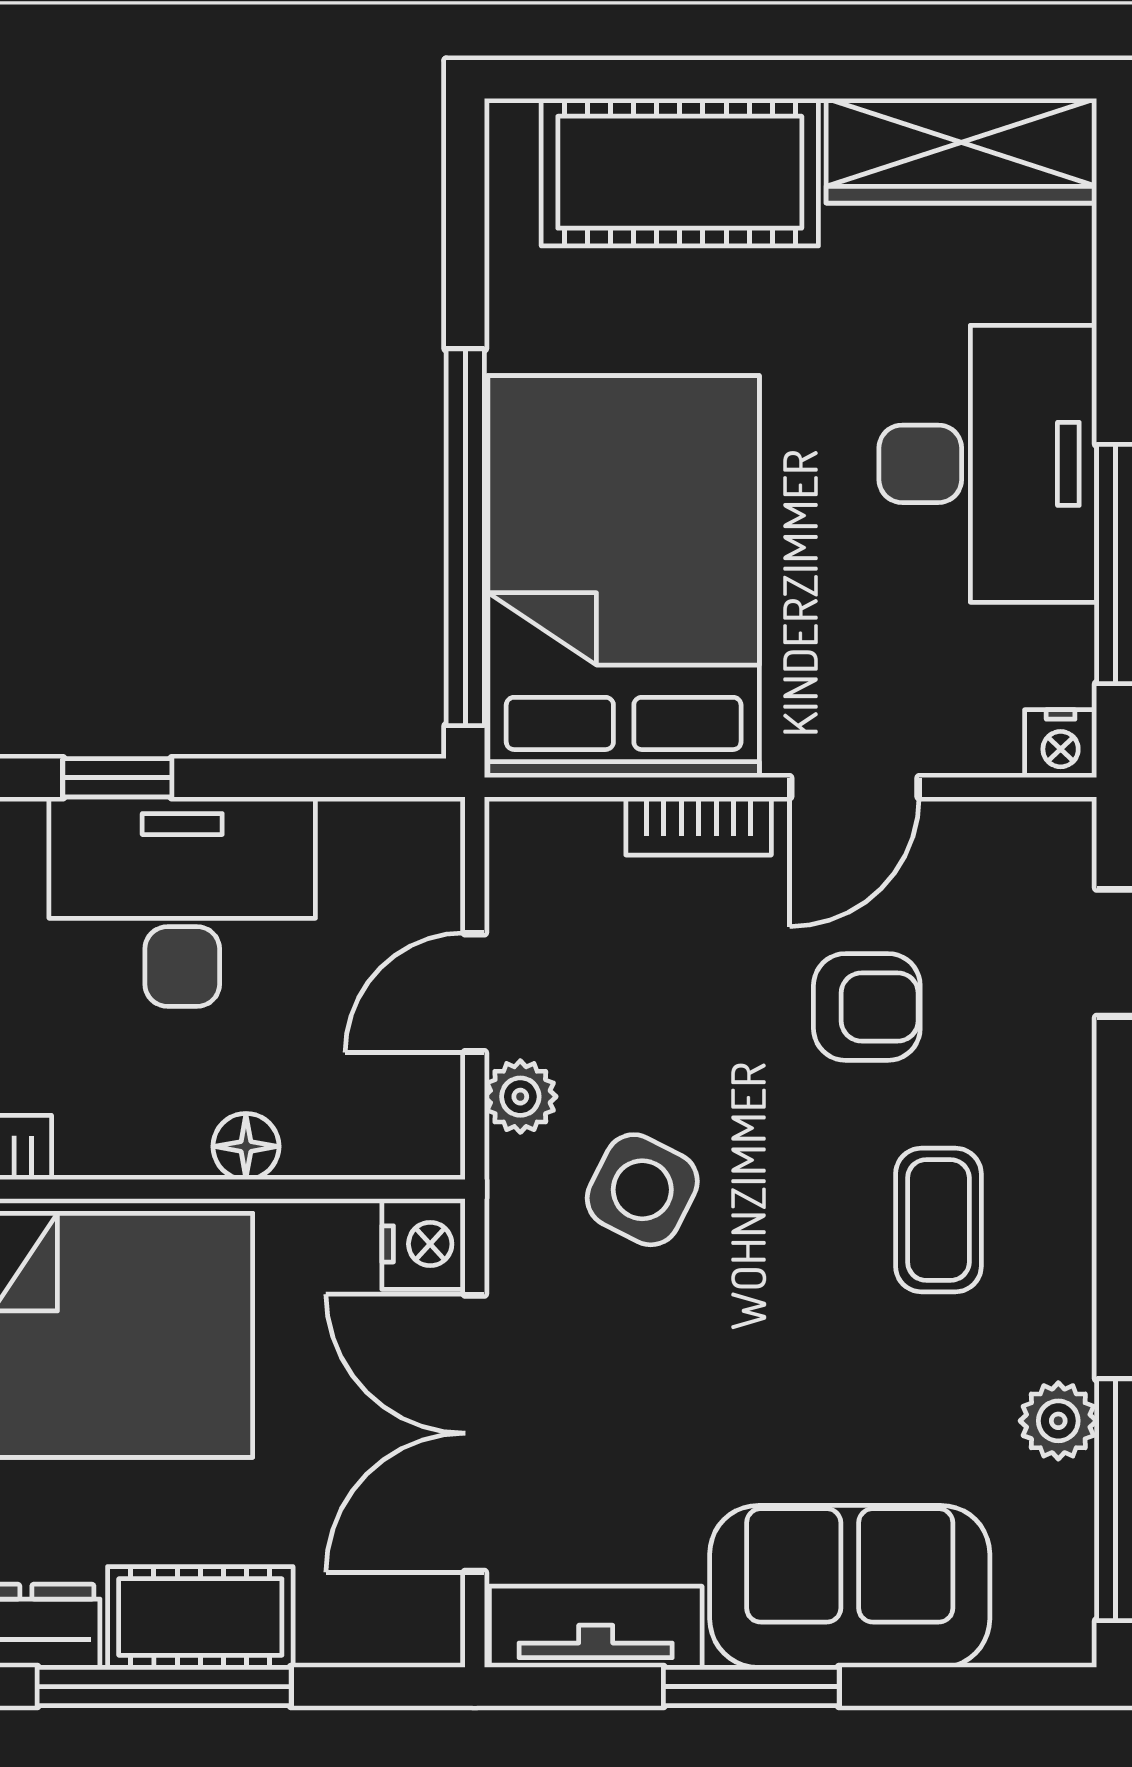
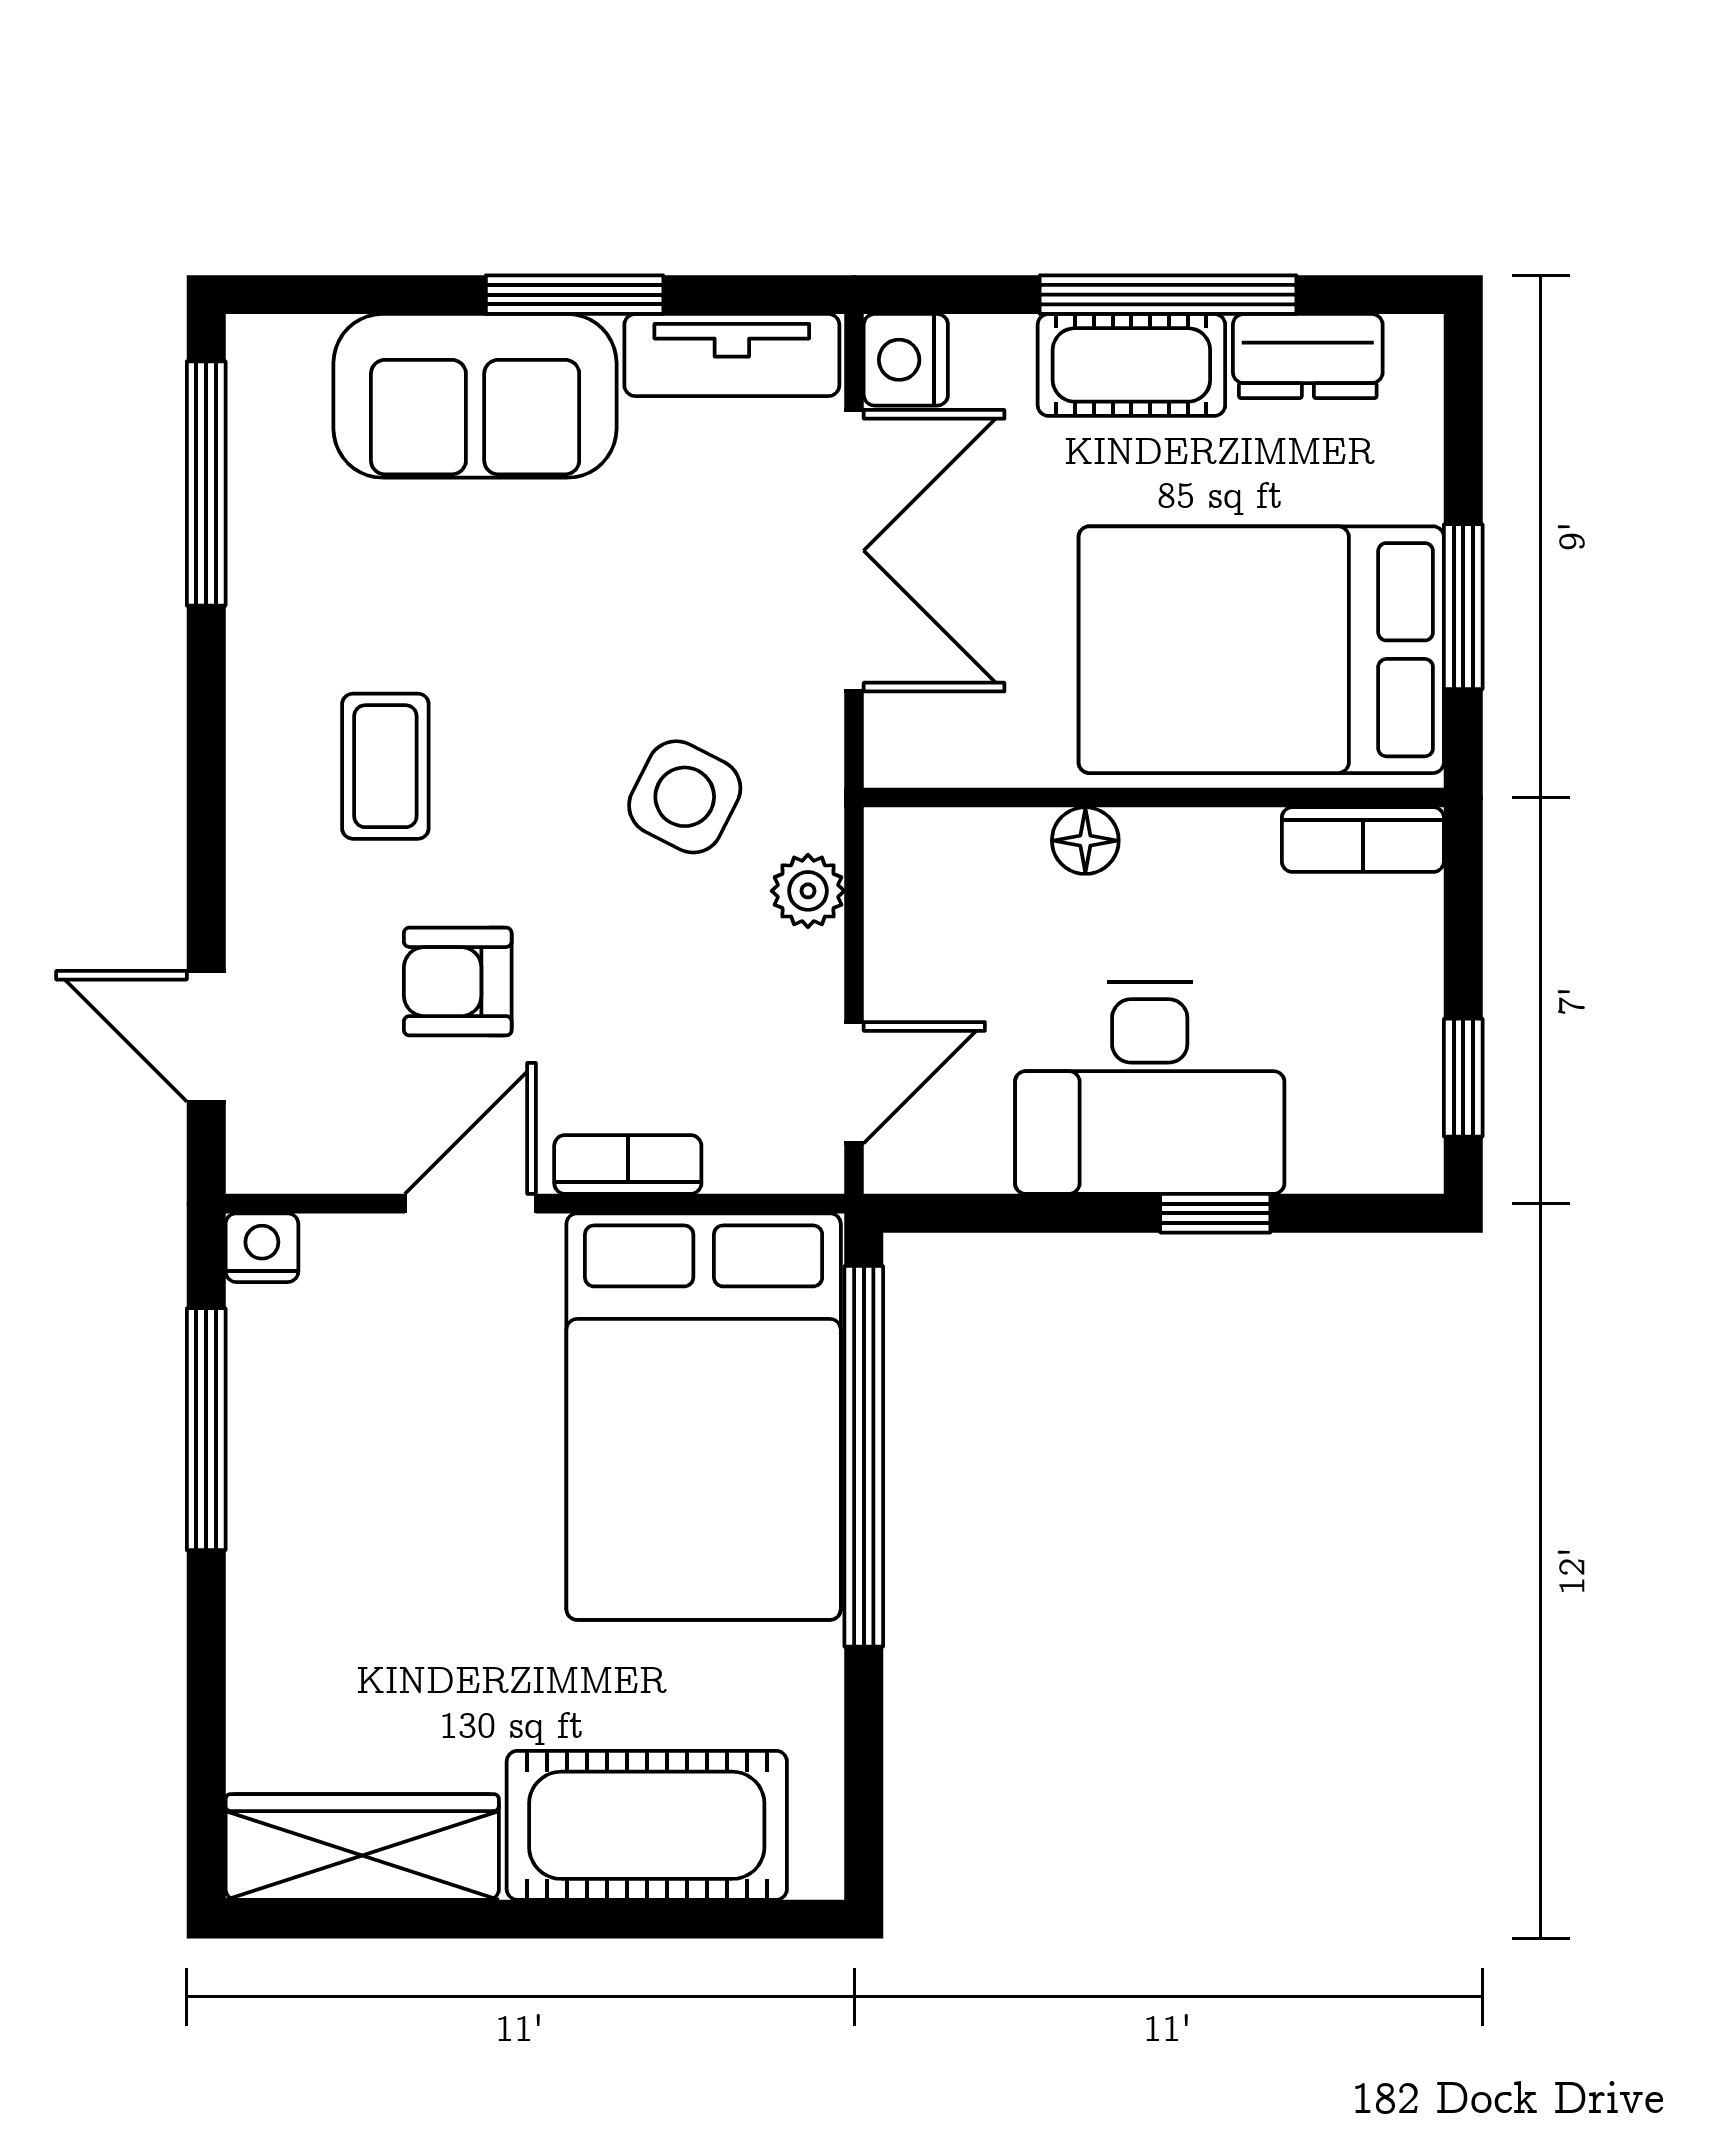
desk: (988, 464) -> (336, 1531), removed
door: (475, 993) -> (854, 1083), moved
nightstand: (423, 1244) -> (906, 360), moved
plant: (1058, 1421) -> (264, 563), removed

